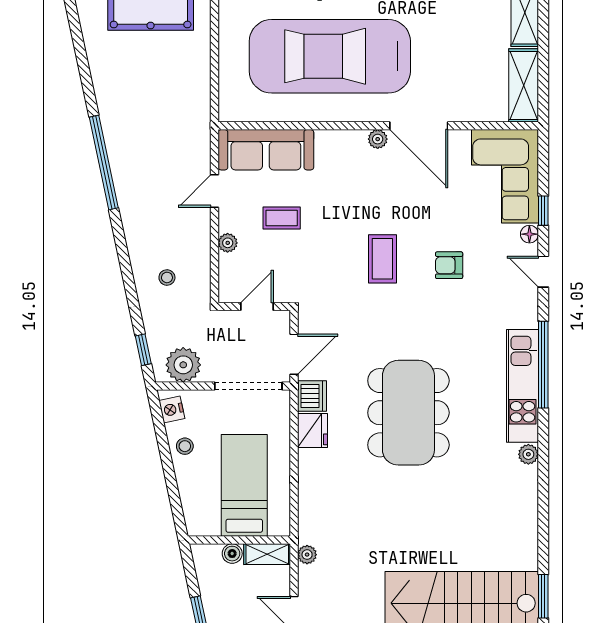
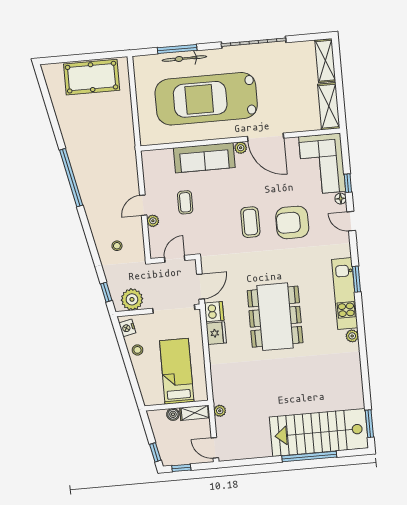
sofa: (266, 150) -> (204, 158), moved
door: (215, 191) -> (143, 205), moved
coffee table: (282, 218) -> (185, 202), turned 90
armchair: (449, 265) -> (292, 222), width x1.88, depth x1.88
window: (543, 365) -> (356, 279), width x0.47

